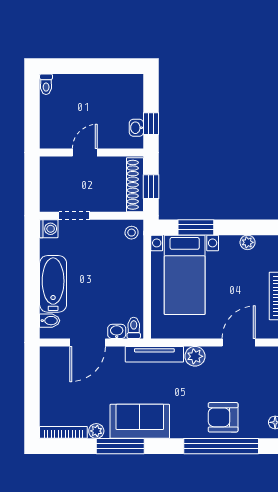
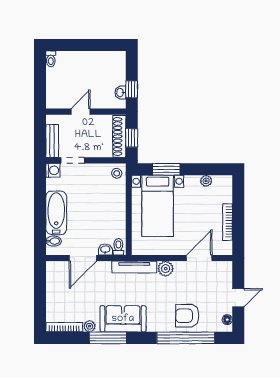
bench: (48, 191) -> (52, 141), added

